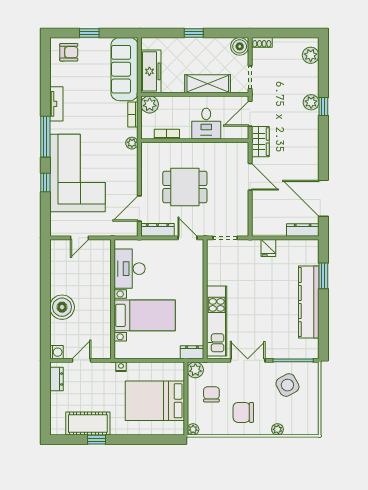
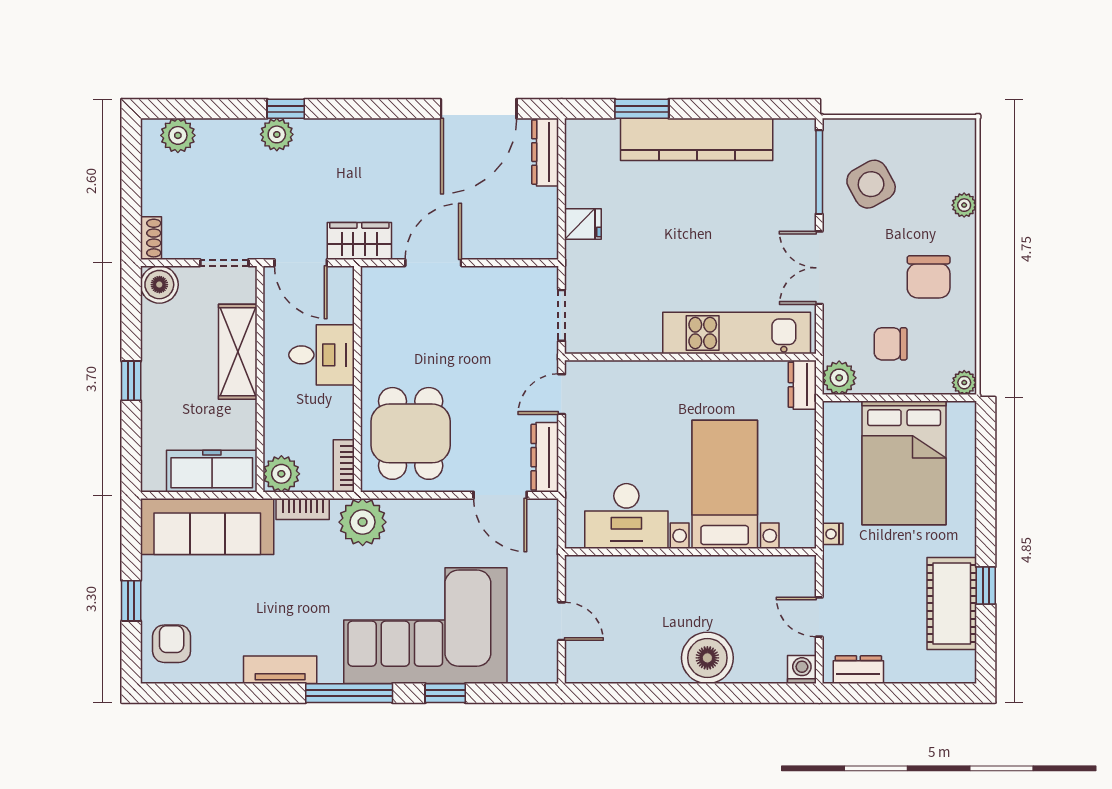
bookcase: (167, 134) -> (344, 466), moved
plant: (132, 143) -> (363, 522), width x1.88, depth x1.88
dining table: (185, 187) -> (411, 433), moved

